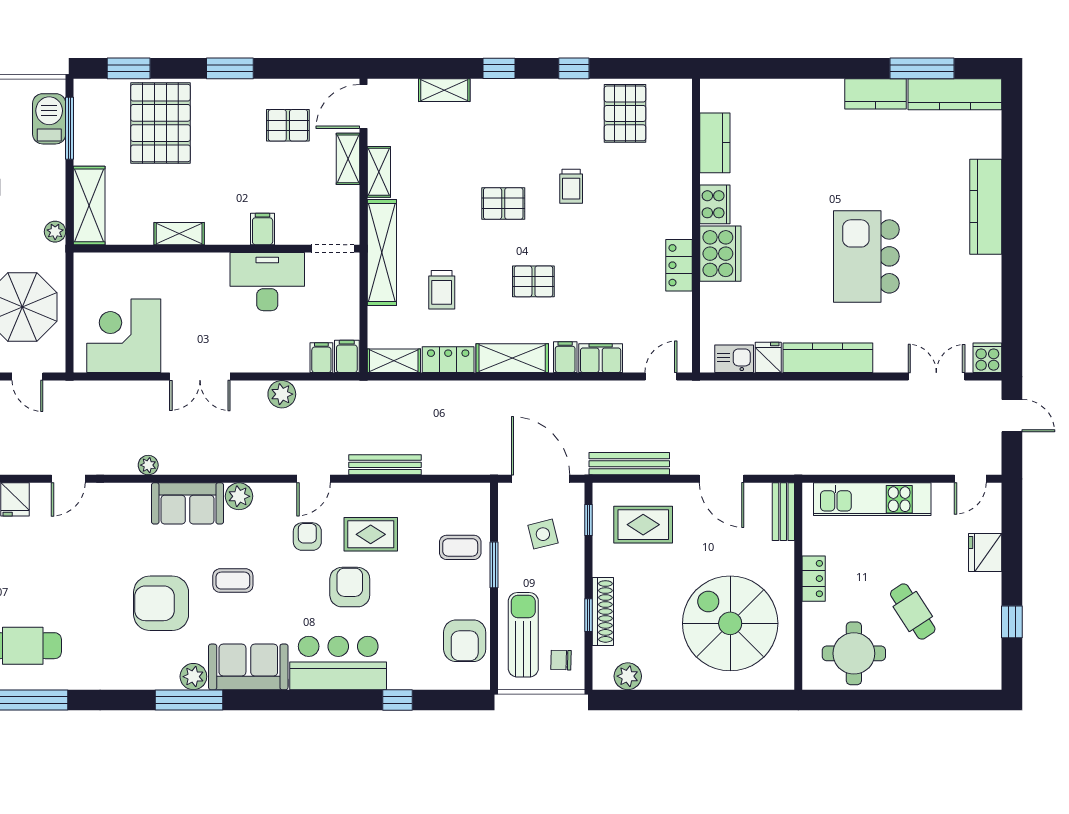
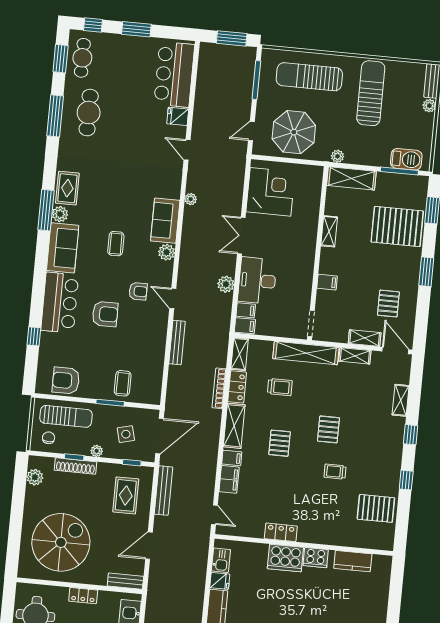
desk: (267, 282) -> (257, 281), moved, turned 180
trolley: (442, 290) -> (280, 387), turned 180
bookcase: (453, 389) -> (219, 388), added
rug: (371, 534) -> (67, 188), moved
plant: (575, 579) -> (97, 451), added
armchair: (161, 603) -> (106, 199), removed

